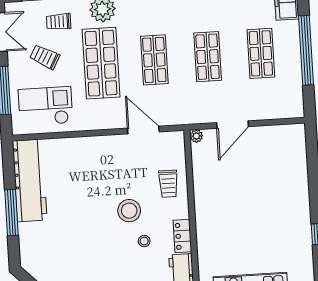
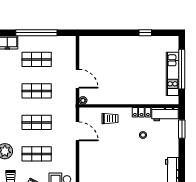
shop shelf: (101, 63) -> (37, 154), width x0.70, depth x0.74
door: (143, 130) -> (78, 131), swing flipped
stool: (129, 211) -> (125, 143), removed

